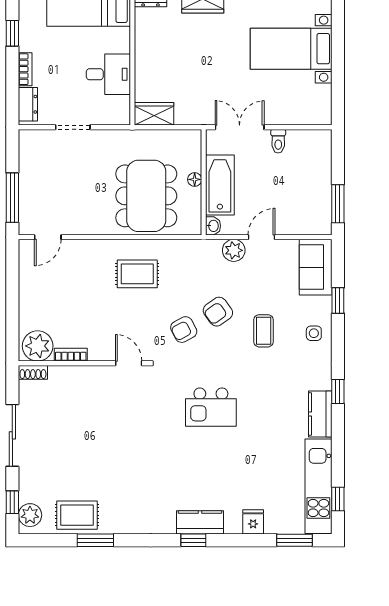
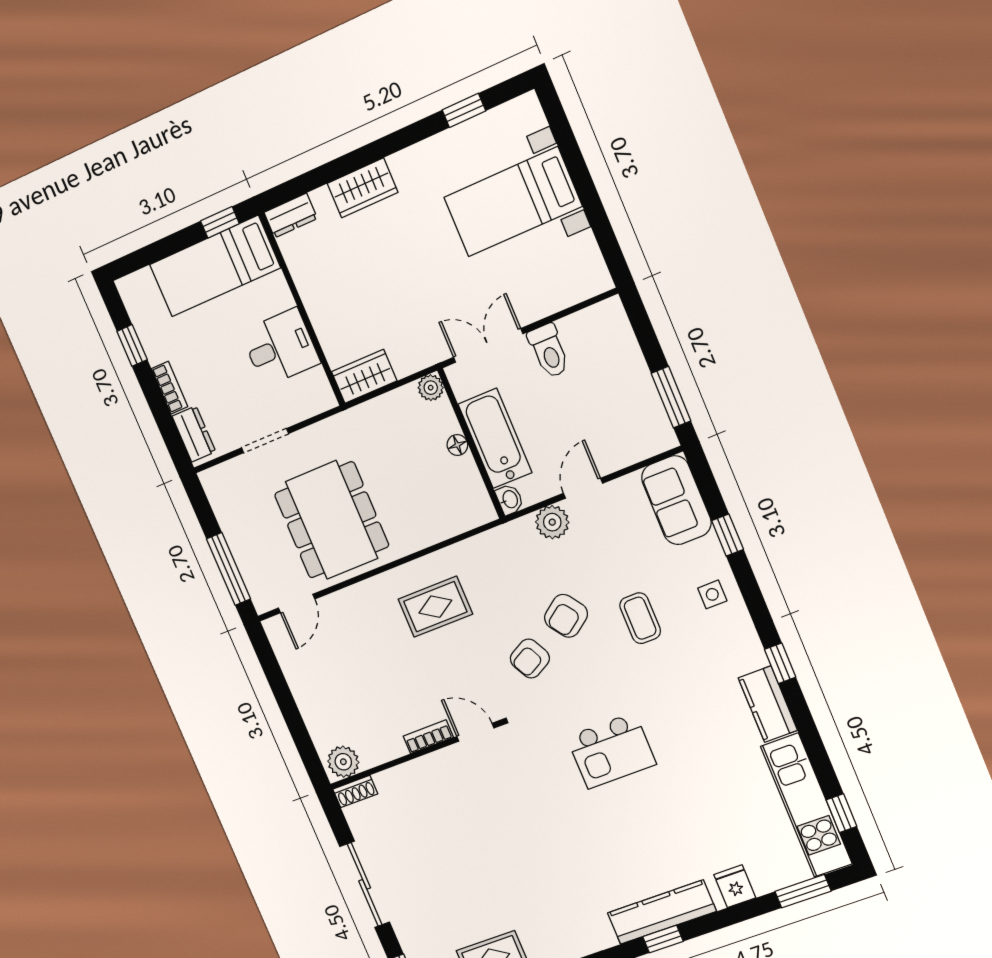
plant: (193, 138) -> (431, 388), added
toilet: (278, 141) -> (549, 351), width x1.37, depth x1.39
dining table: (146, 196) -> (332, 520), moved
plant: (38, 346) -> (343, 762), width x0.73, depth x0.73
bookcase: (71, 355) -> (428, 737), moved
kitchen counter: (200, 522) -> (662, 912), width x1.50

